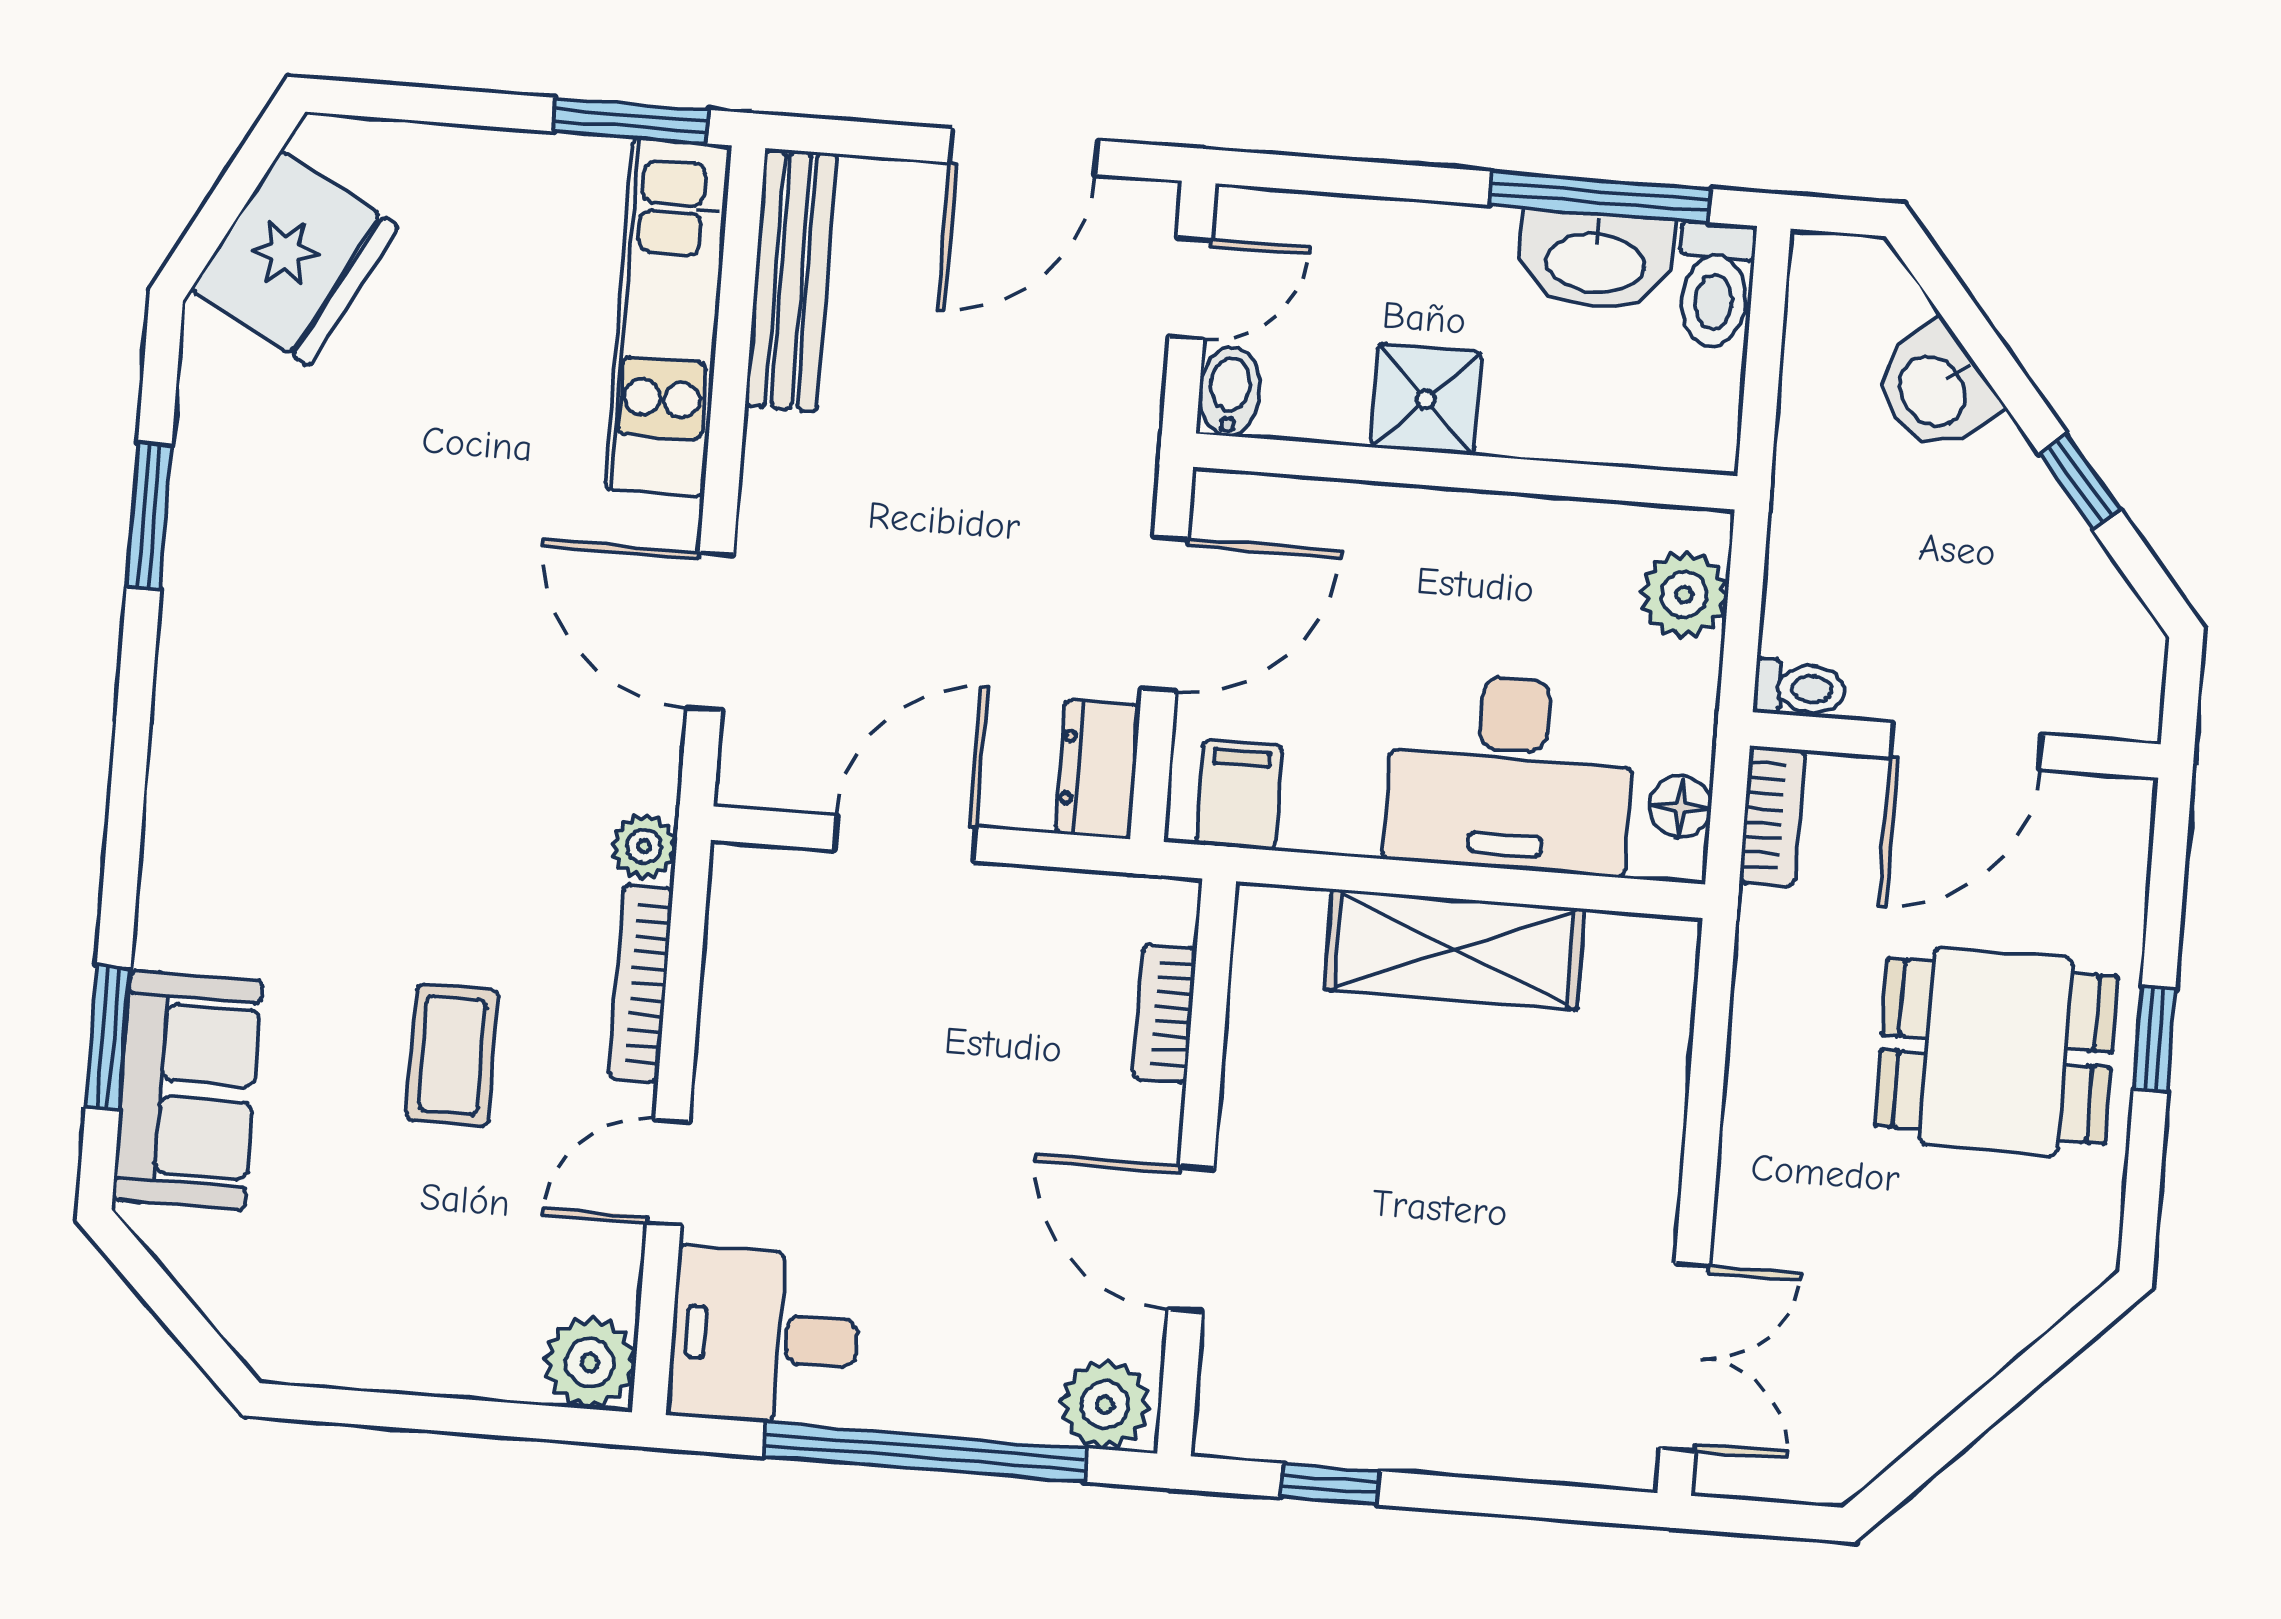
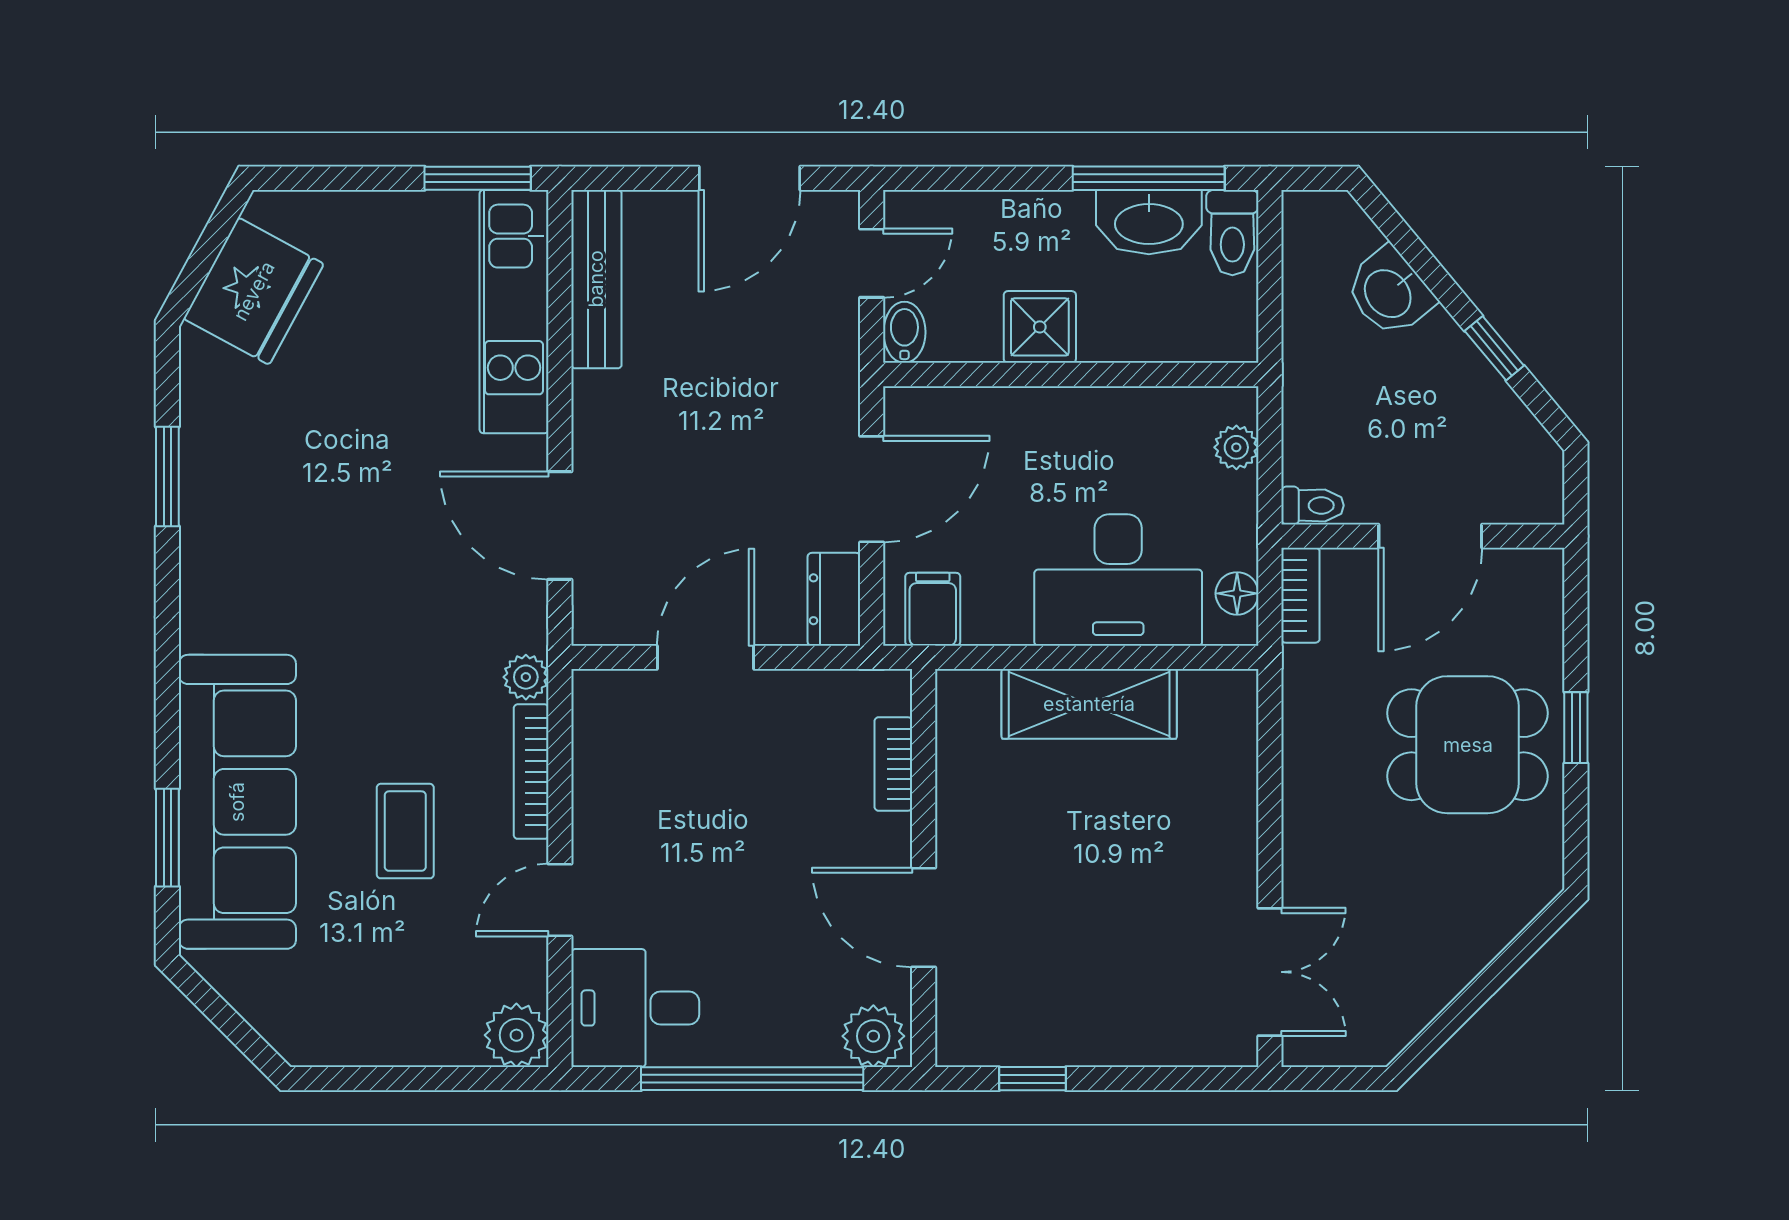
plant: (1684, 595) -> (1236, 447), width x0.73, depth x0.73
sofa: (187, 1090) -> (237, 802), width x1.85, depth x1.27

